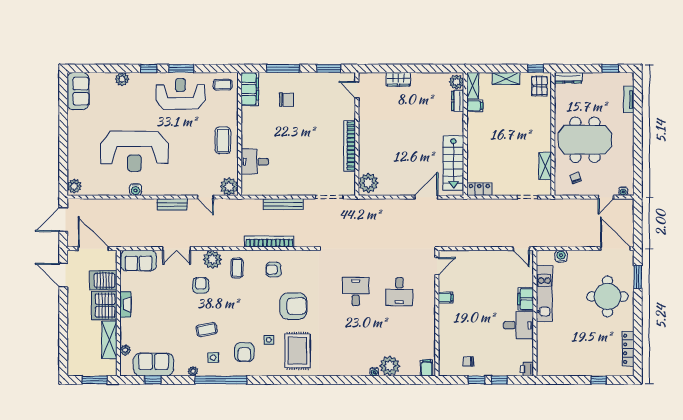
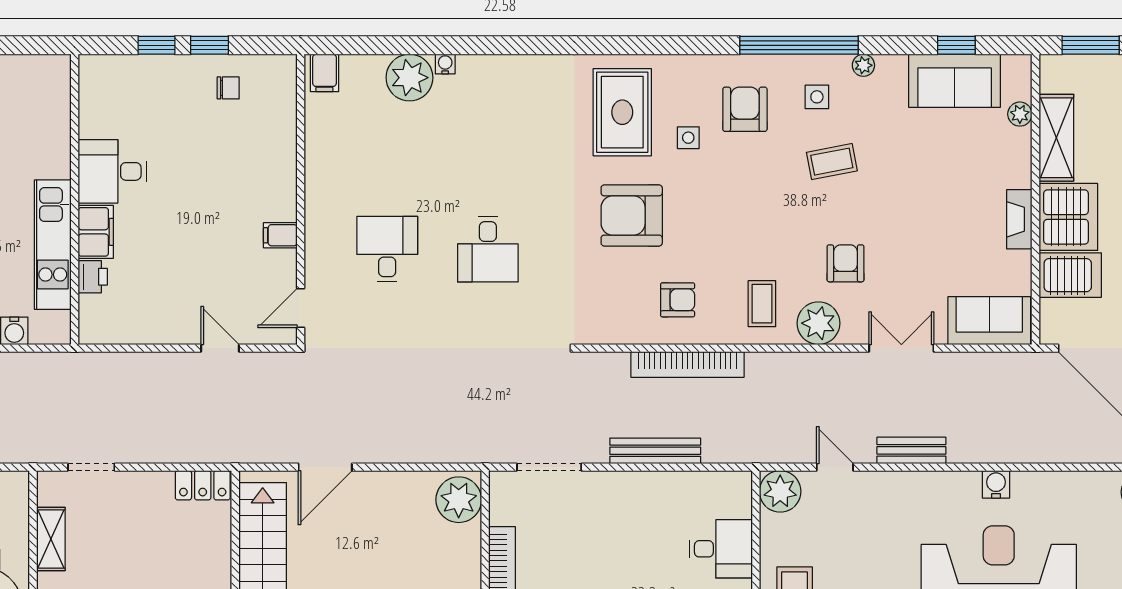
door: (521, 249) -> (220, 348), moved
armchair: (201, 285) -> (845, 263), turned 180
printer: (527, 369) -> (93, 277), moved

